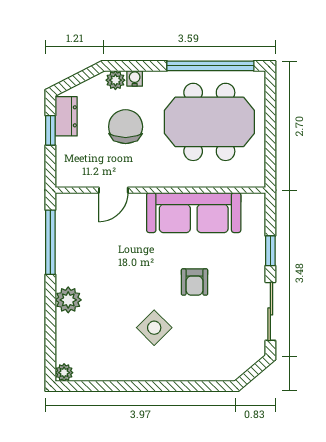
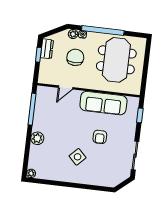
window: (210, 66) -> (103, 31), moved
meeting table: (209, 122) -> (116, 60), turned 90
window: (270, 251) -> (140, 115), moved

